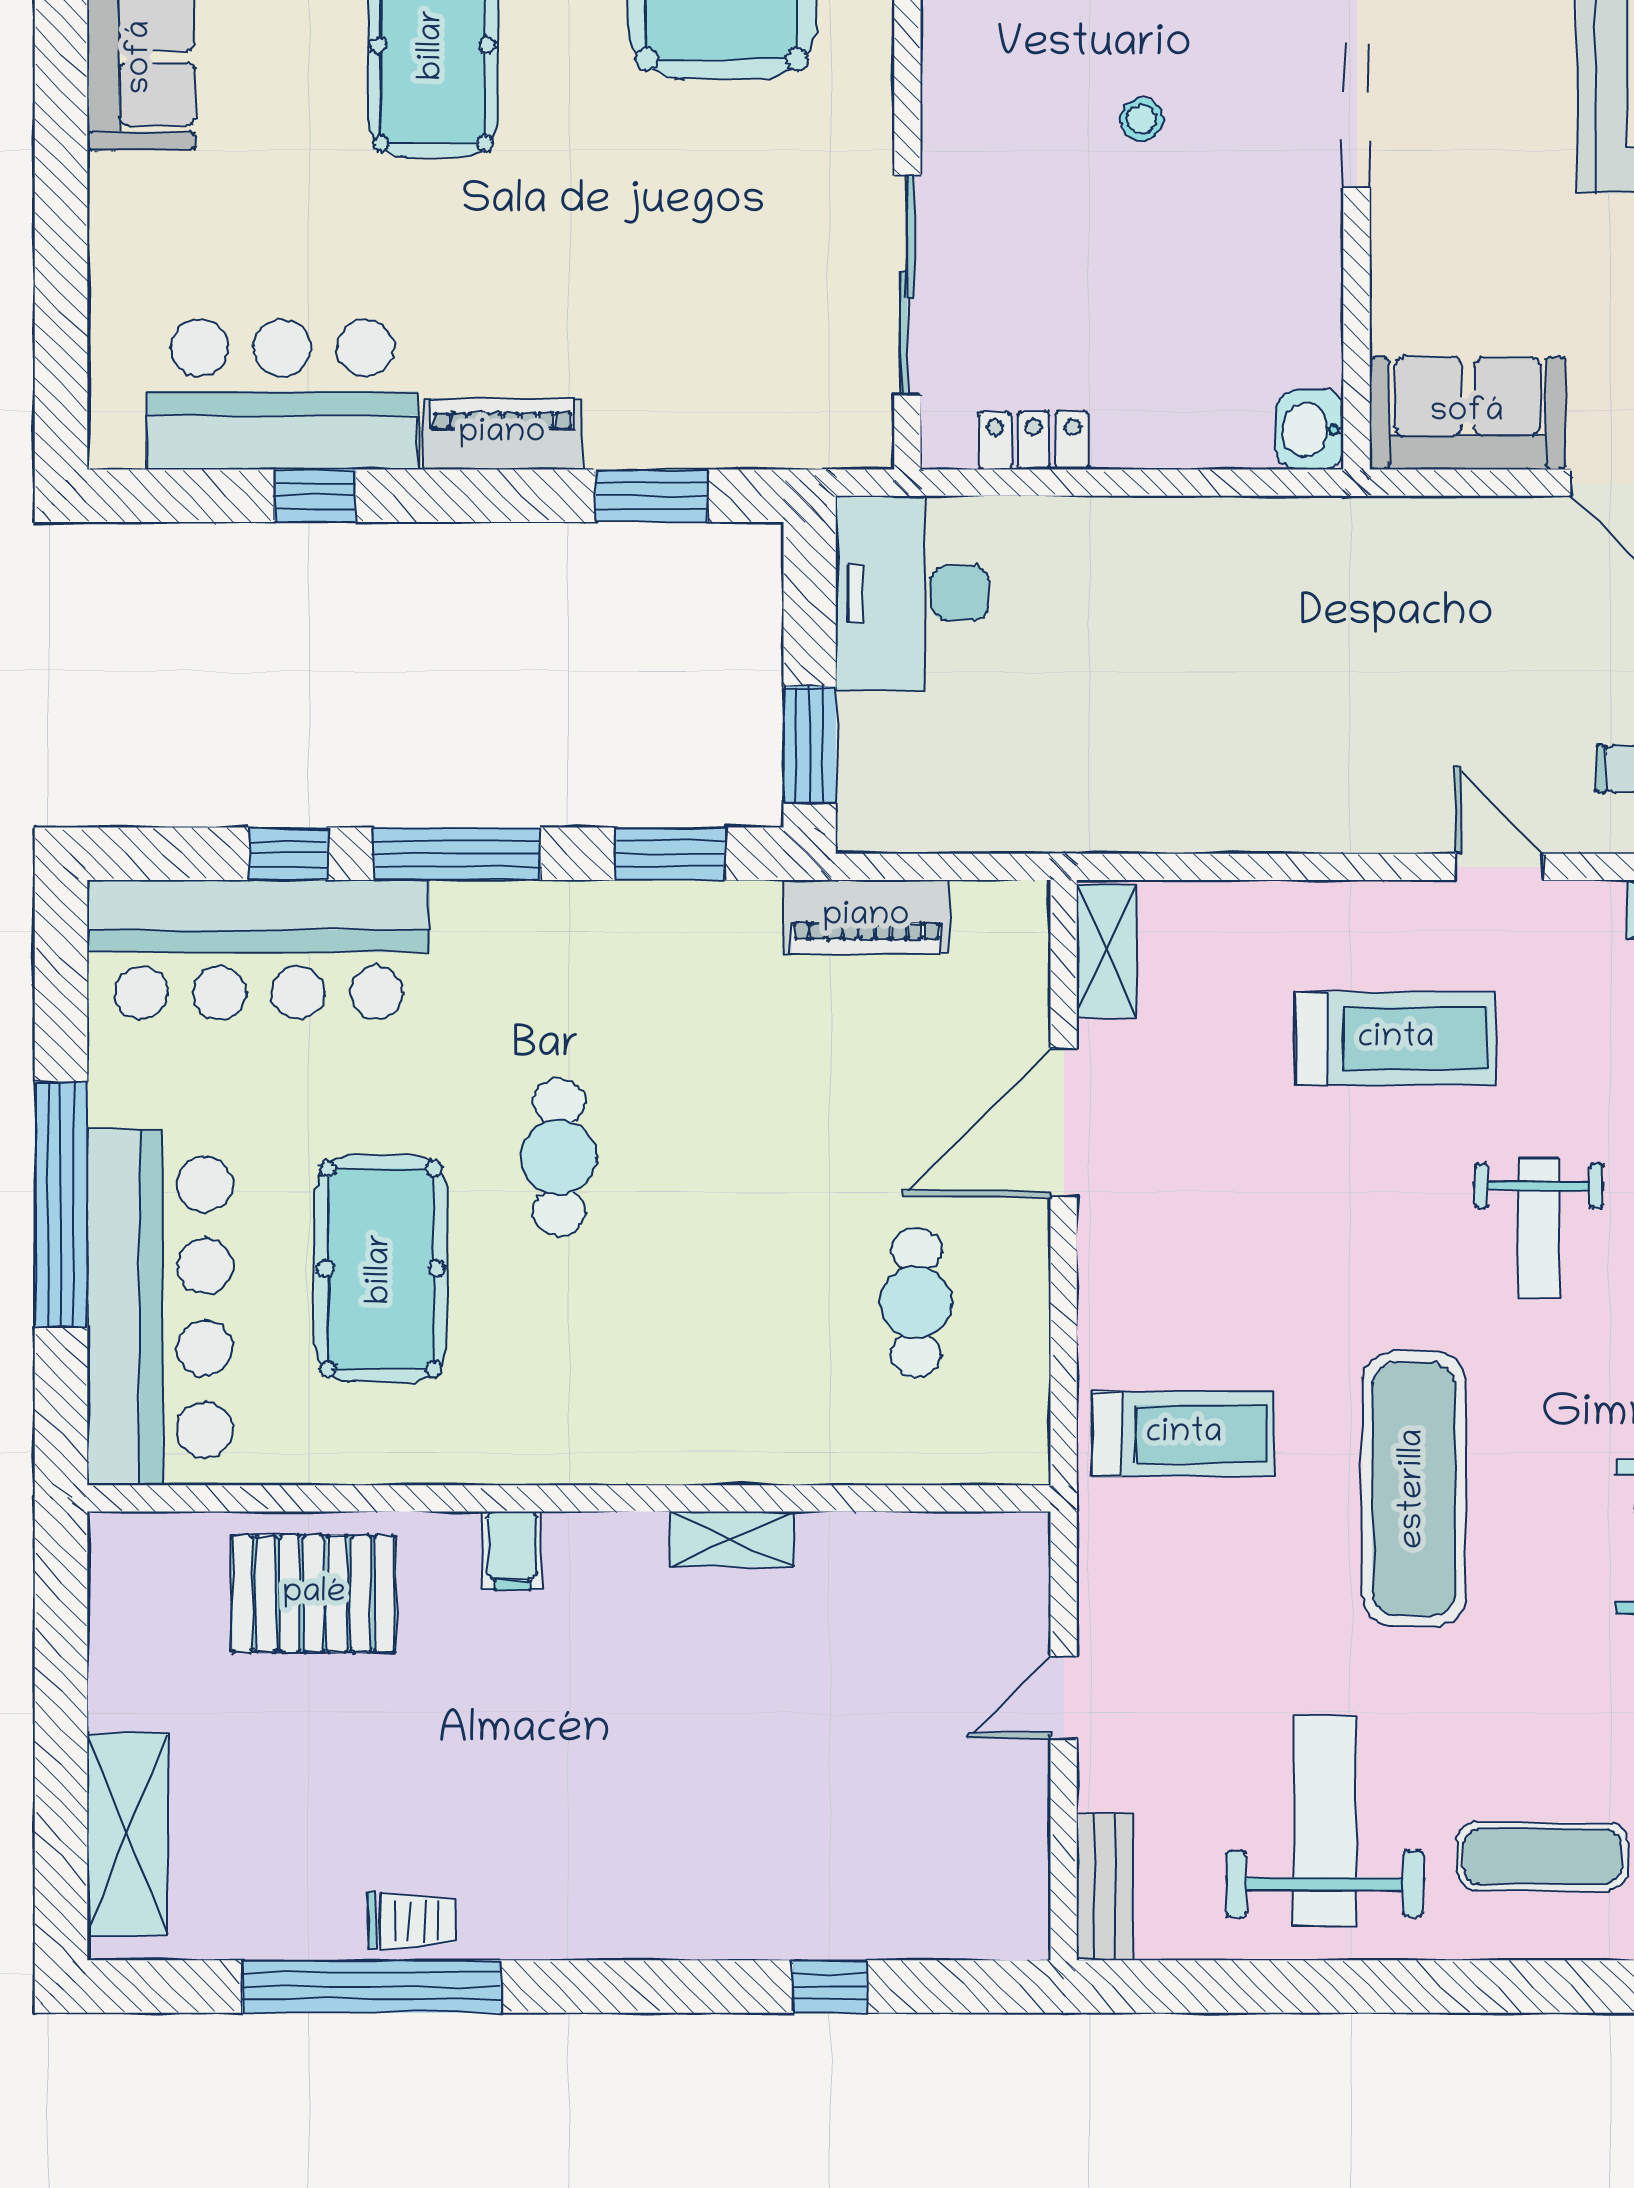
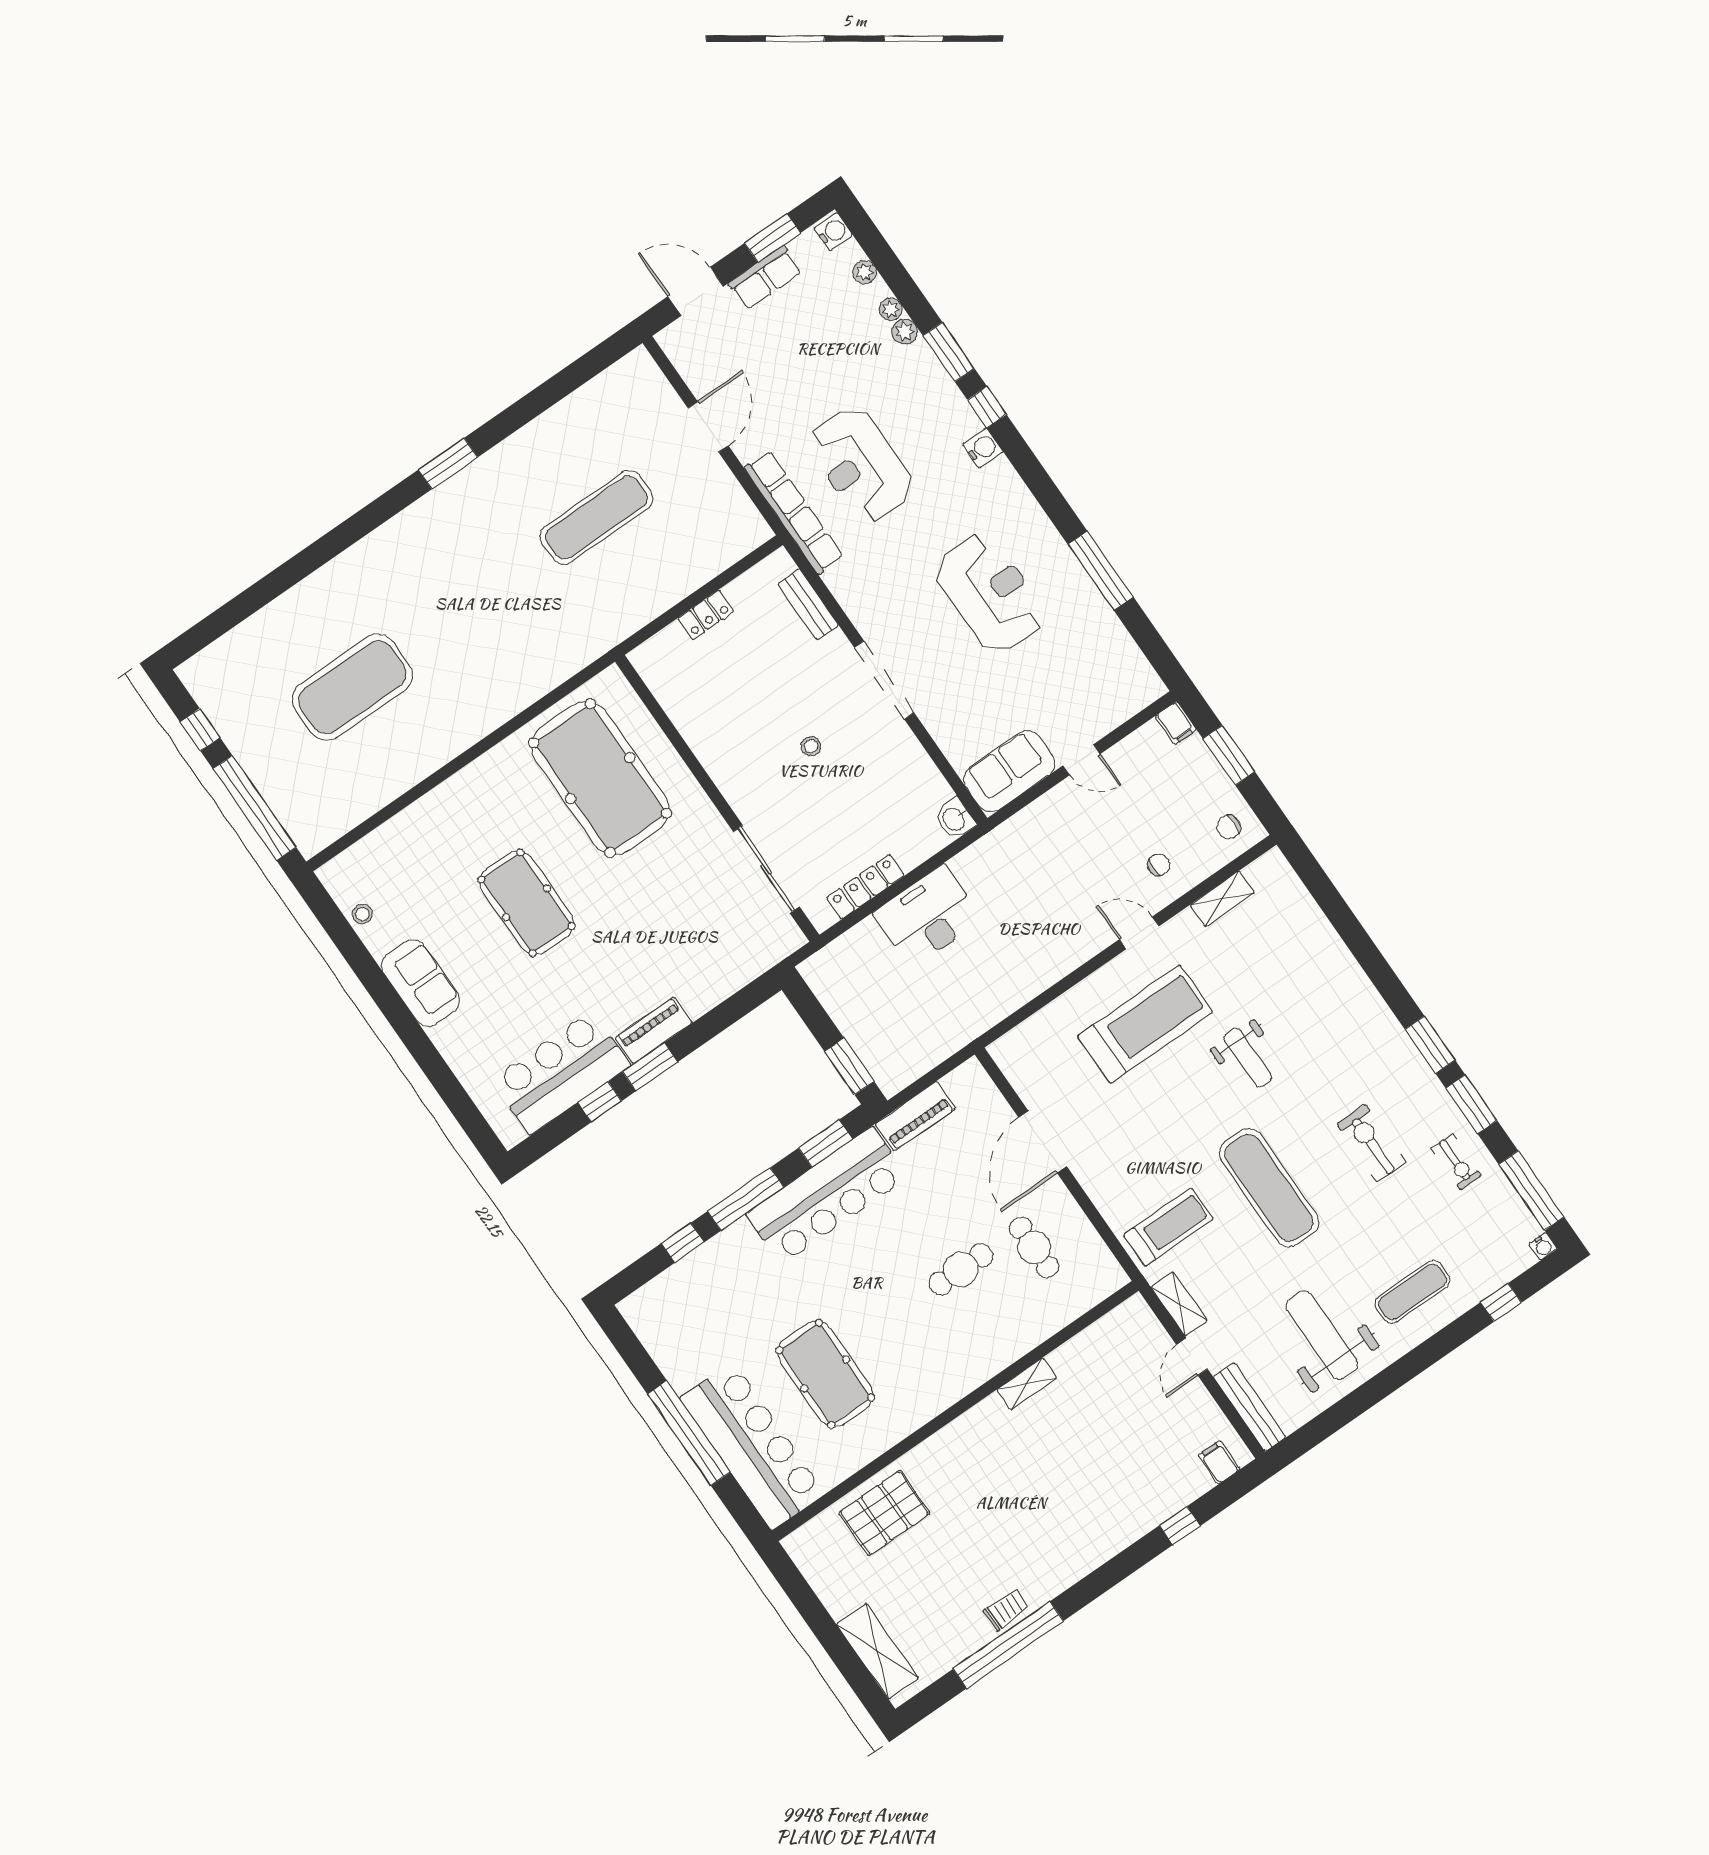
locker: (1034, 440) -> (865, 887), width x1.53
window: (652, 496) -> (650, 1067), moved
desk: (912, 593) -> (928, 916), moved, turned 90
bar counter: (259, 949) -> (827, 1196), moved
shelving: (1106, 951) -> (1179, 1304), moved
treadmill: (1396, 1039) -> (1145, 1024), width x1.37, depth x1.38
cafe table: (559, 1157) -> (961, 1269), moved, turned 90
filing cabinet: (512, 1551) -> (1219, 1462), moved, turned 180
bench: (1105, 1887) -> (1250, 1407), width x1.36

